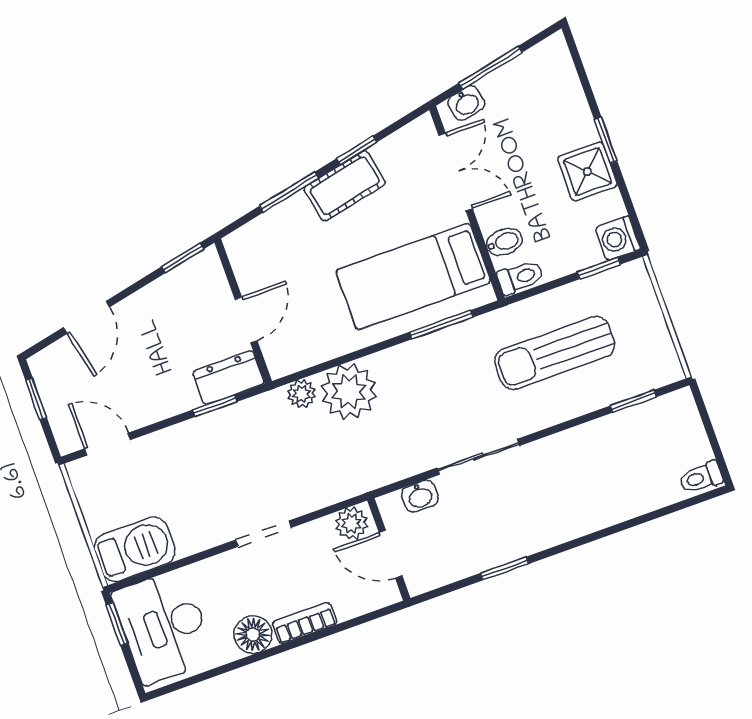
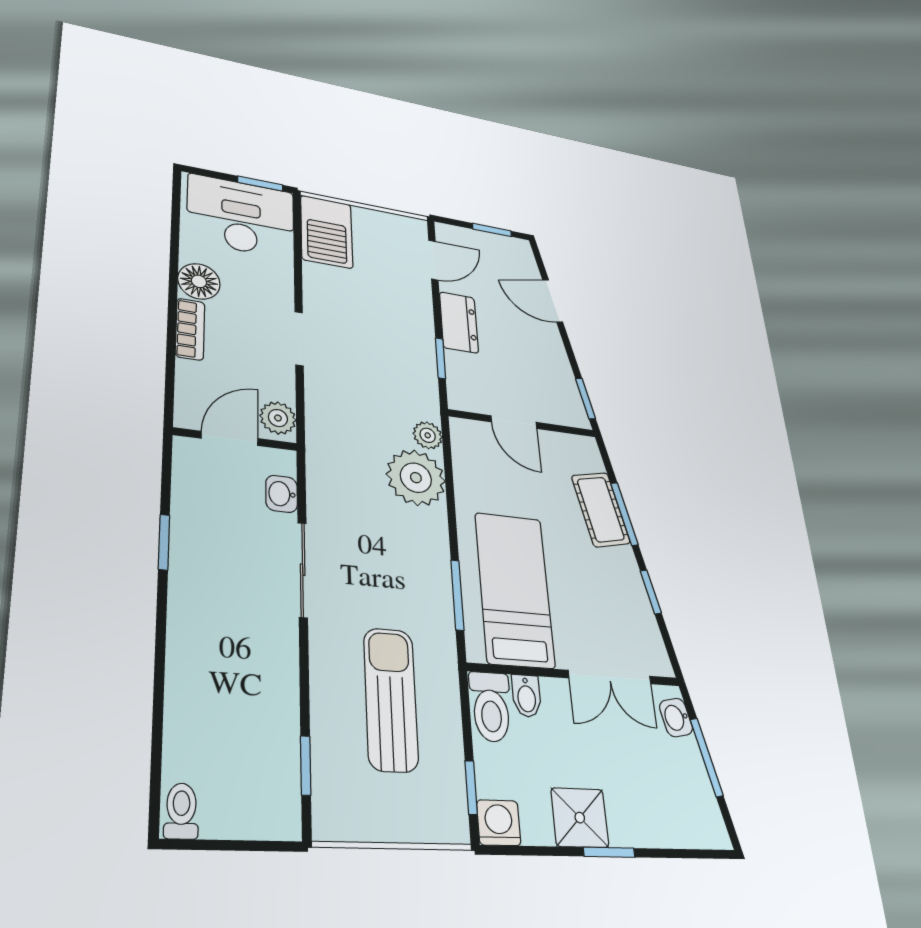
cot: (345, 186) -> (601, 509), moved
toilet: (520, 277) -> (491, 707), width x1.37, depth x1.39
dresser: (228, 378) -> (459, 322), moved

